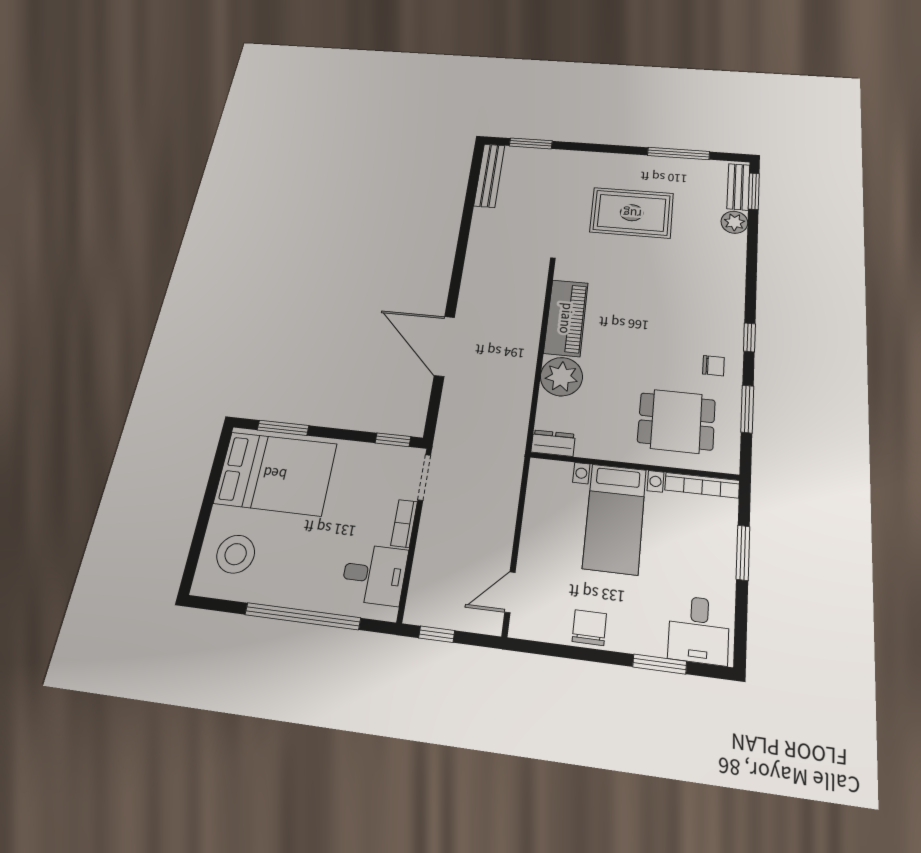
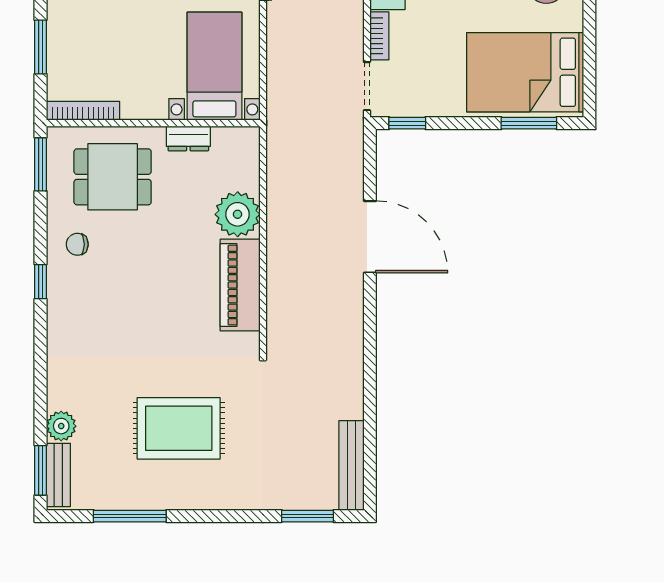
window: (747, 409) -> (40, 164), moved
dresser: (553, 443) -> (188, 138), moved
bed with nightstands: (615, 519) -> (214, 66), moved

